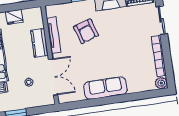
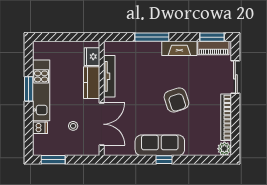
fridge: (14, 17) -> (92, 57), moved, turned 90
armchair: (86, 31) -> (176, 100), moved
window: (111, 100) -> (164, 160), added

